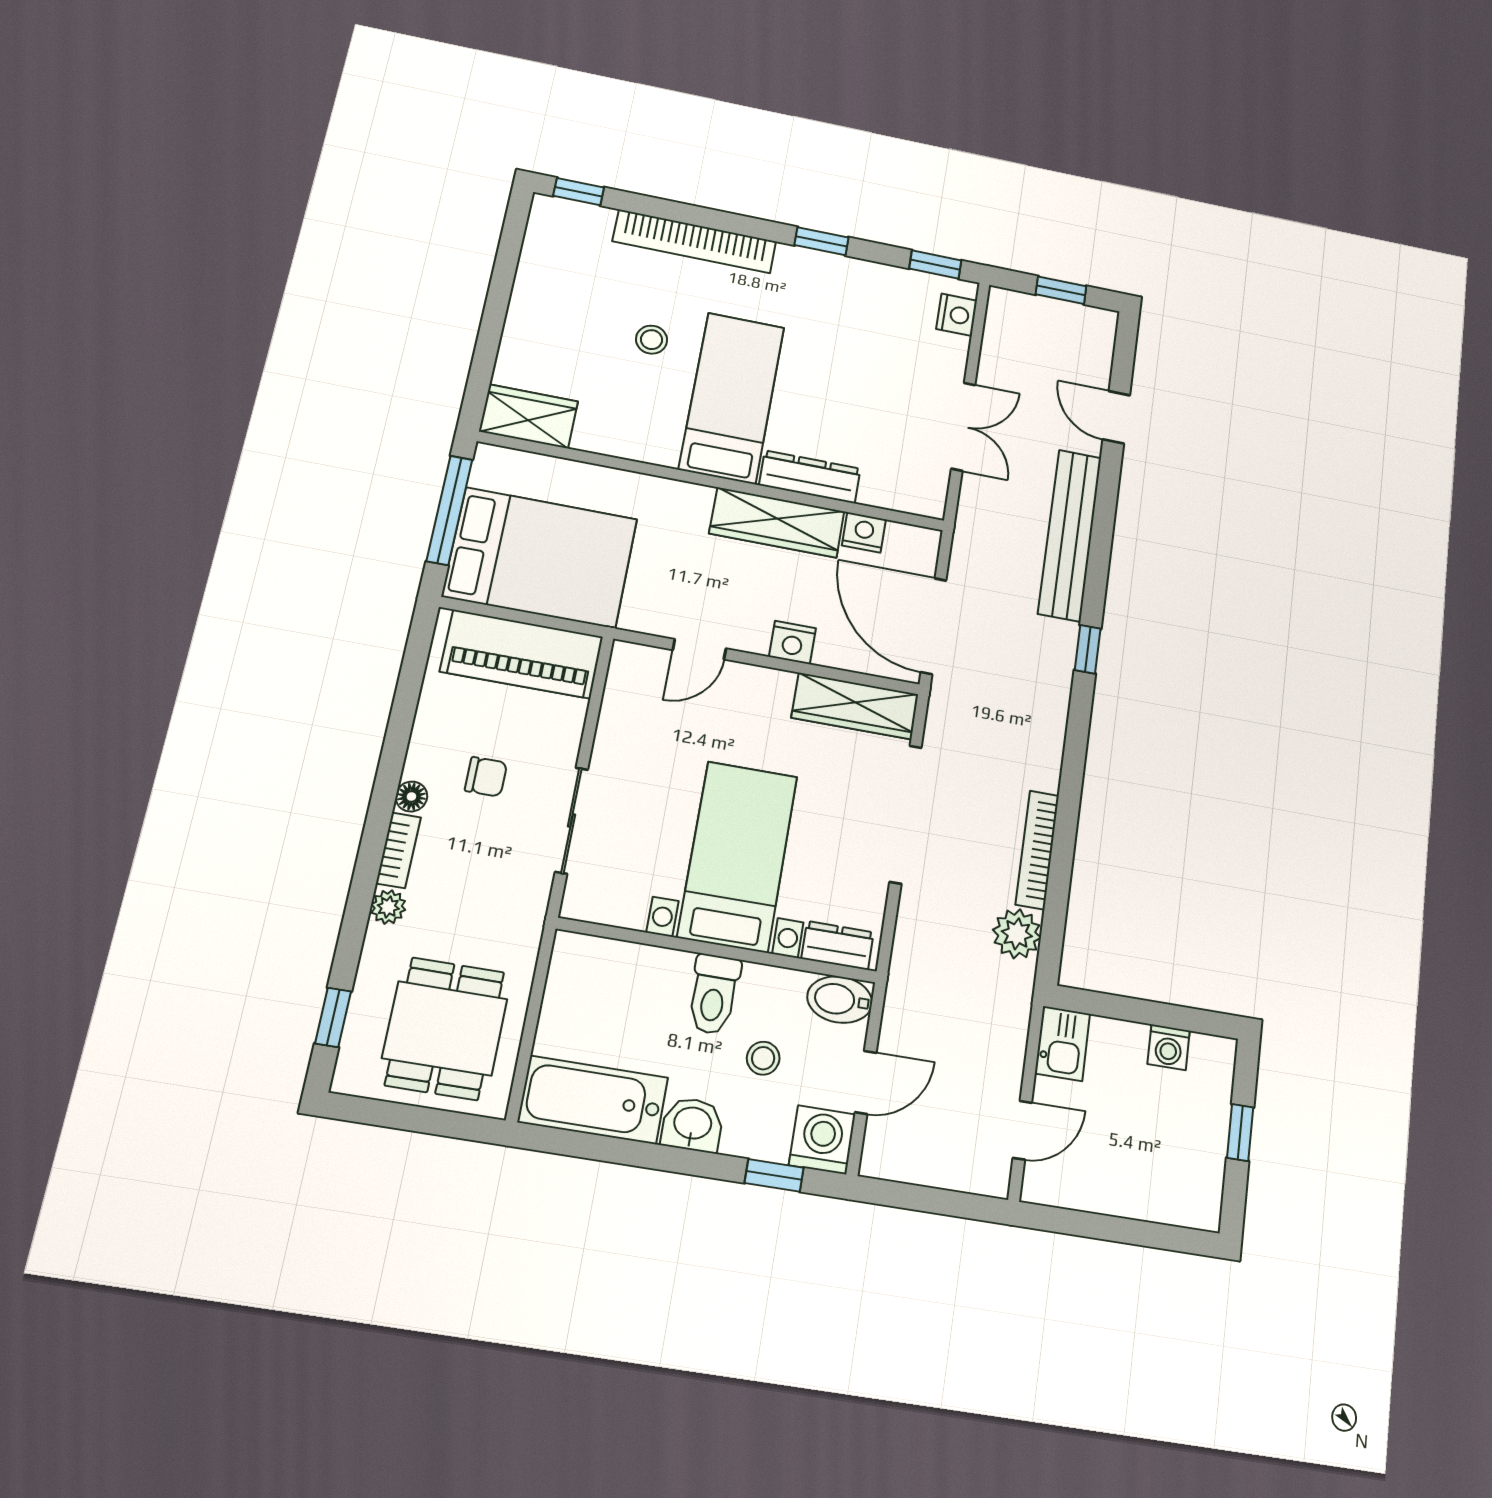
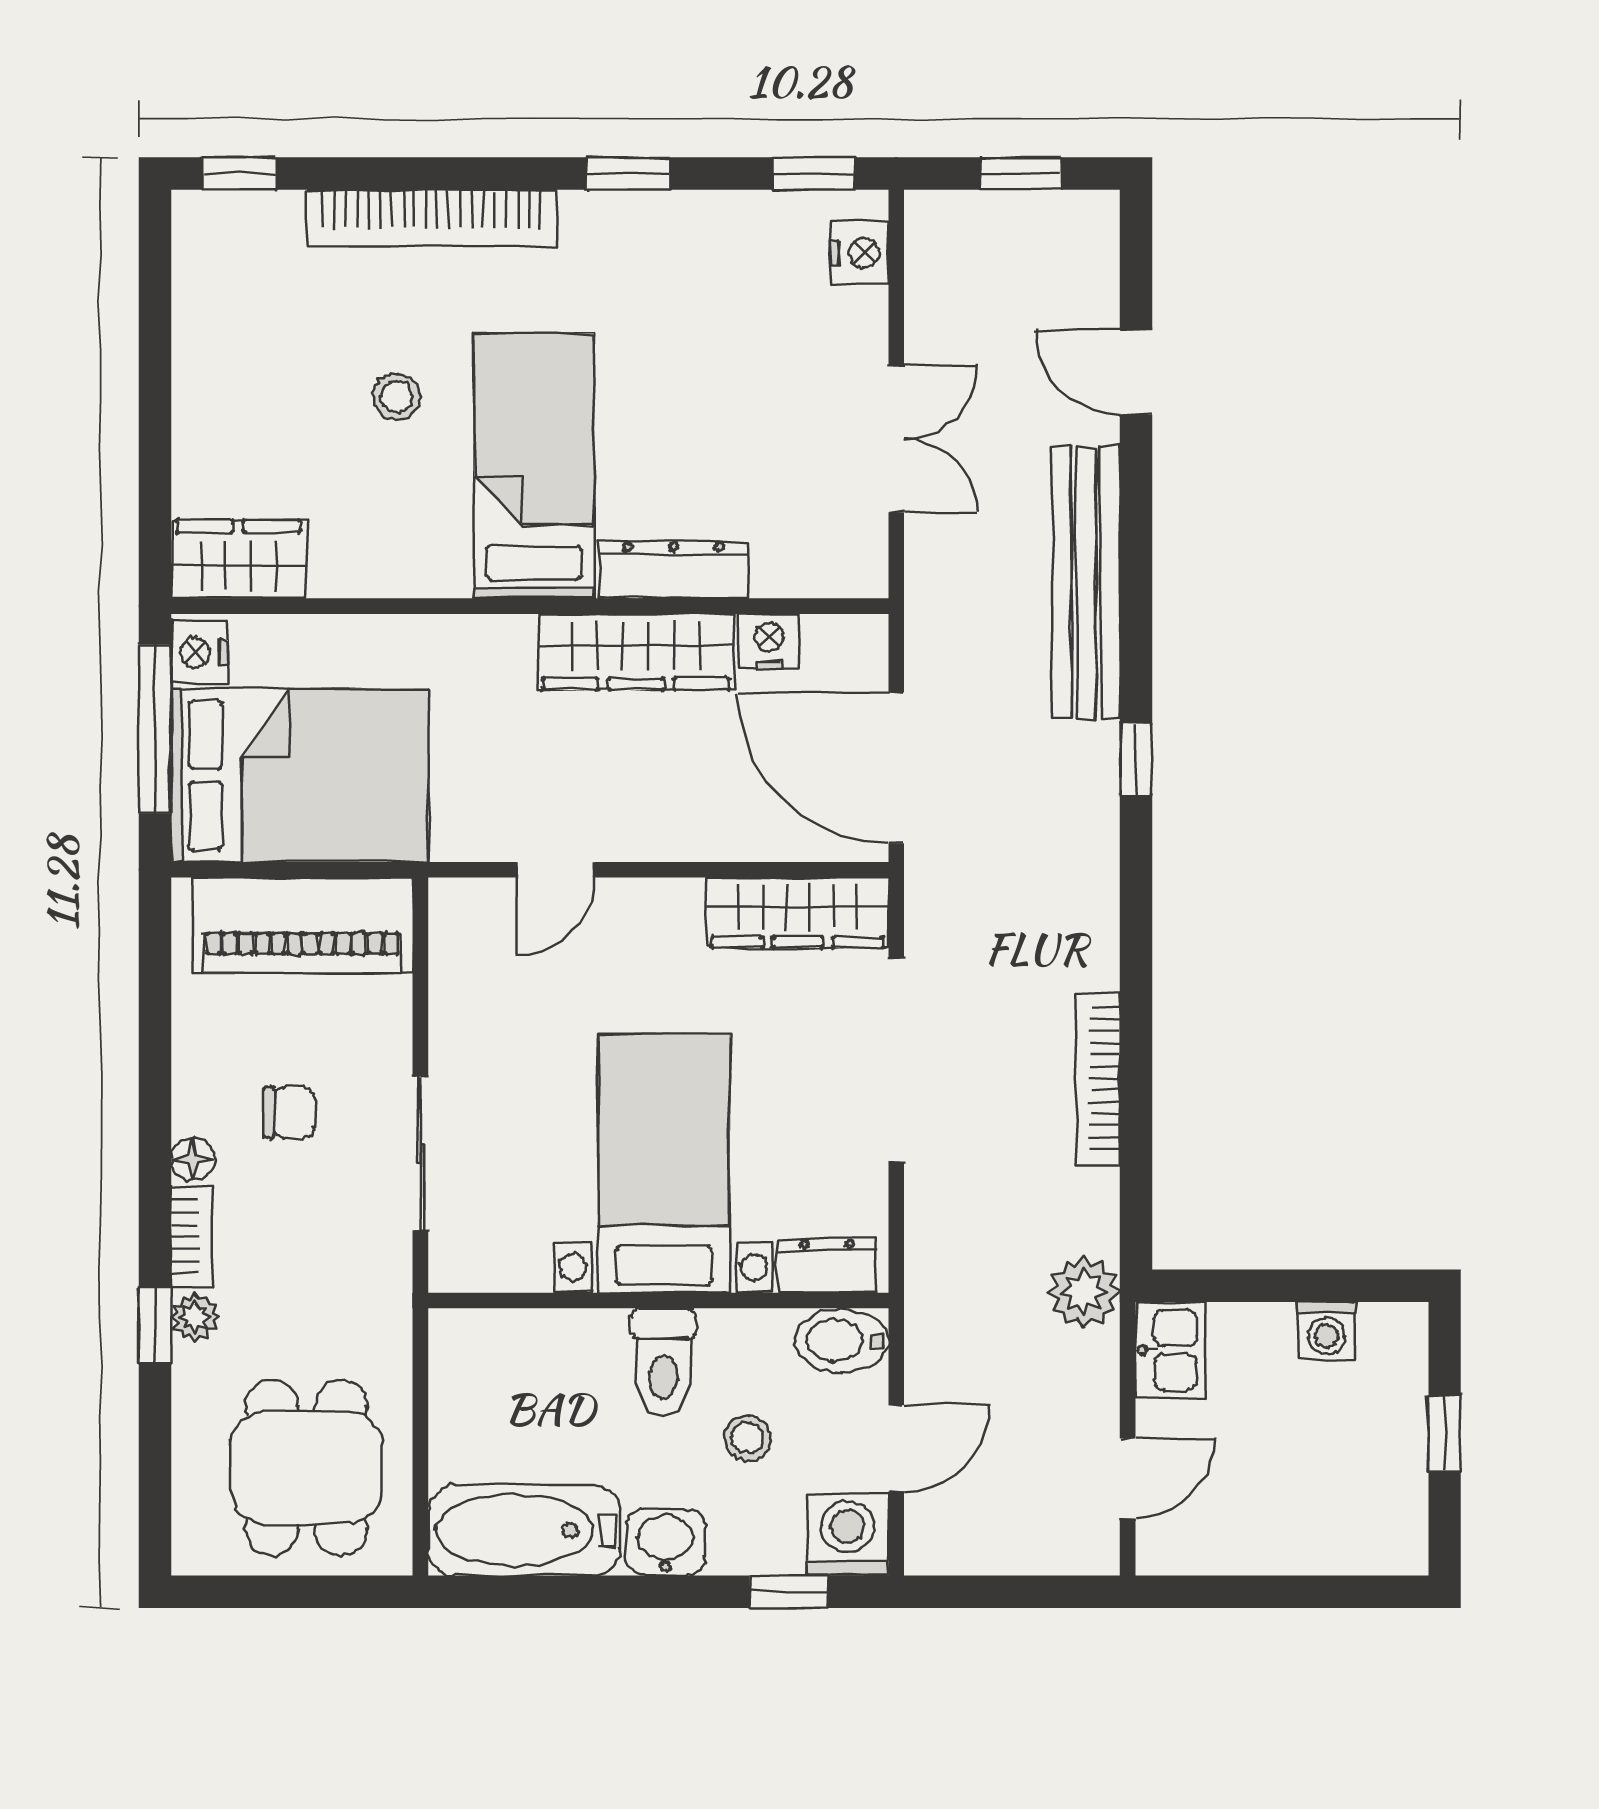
nightstand: (792, 642) -> (199, 652), moved, turned 90
plant: (1017, 934) -> (1084, 1292), moved
window: (333, 1017) -> (155, 1326), moved

